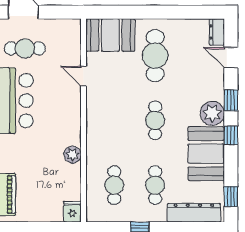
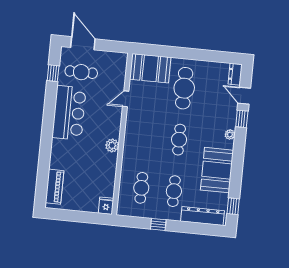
door: (84, 76) -> (126, 99), hinge flipped
window: (231, 100) -> (242, 119), moved
plant: (212, 113) -> (230, 135), width x0.53, depth x0.53
window: (231, 135) -> (238, 158), removed
plant: (73, 155) -> (112, 145), moved

